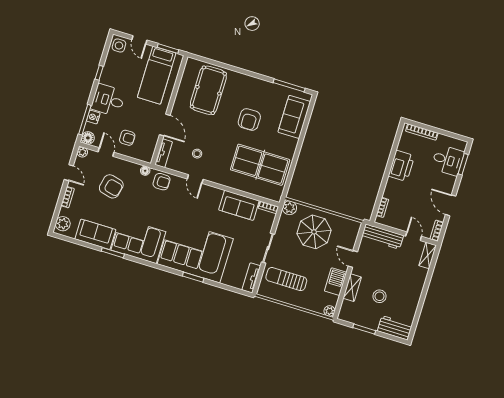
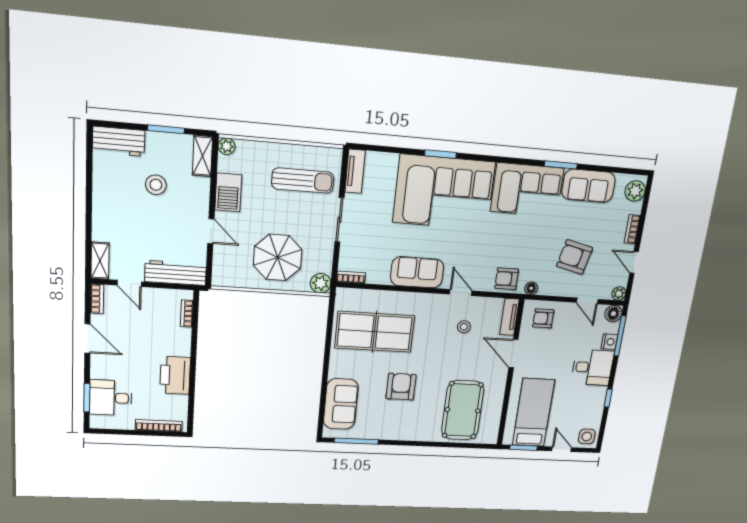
armchair: (127, 138) -> (543, 318), moved
sofa: (239, 205) -> (417, 272), moved
shelving: (352, 288) -> (202, 156), moved

